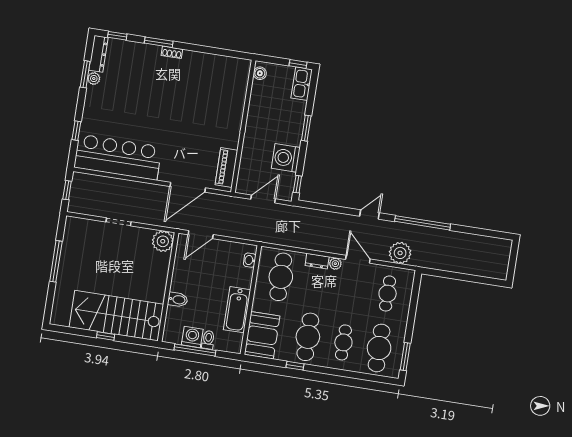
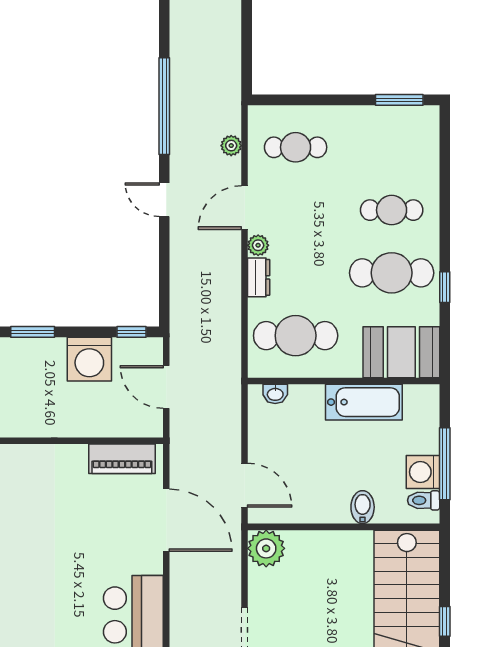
plant: (400, 253) -> (231, 146), width x0.53, depth x0.53
toilet: (208, 340) -> (424, 500), moved
cafe table: (379, 348) -> (392, 147), removed

